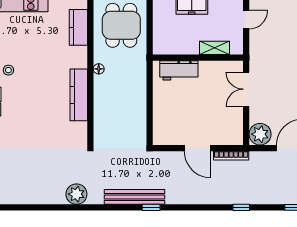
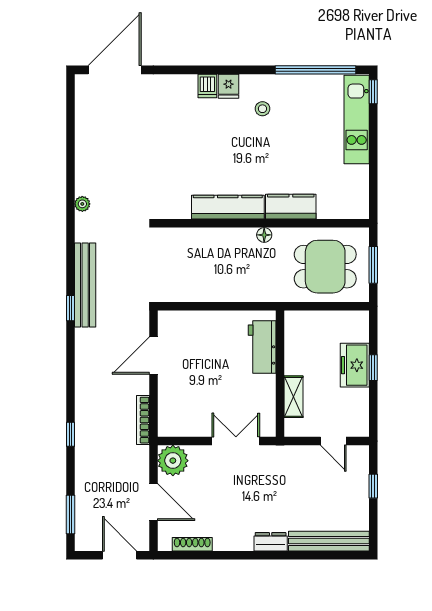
kitchen counter: (78, 27) -> (291, 207), moved
door: (197, 148) -> (153, 356), moved
plant: (76, 194) -> (82, 204), width x0.53, depth x0.53

